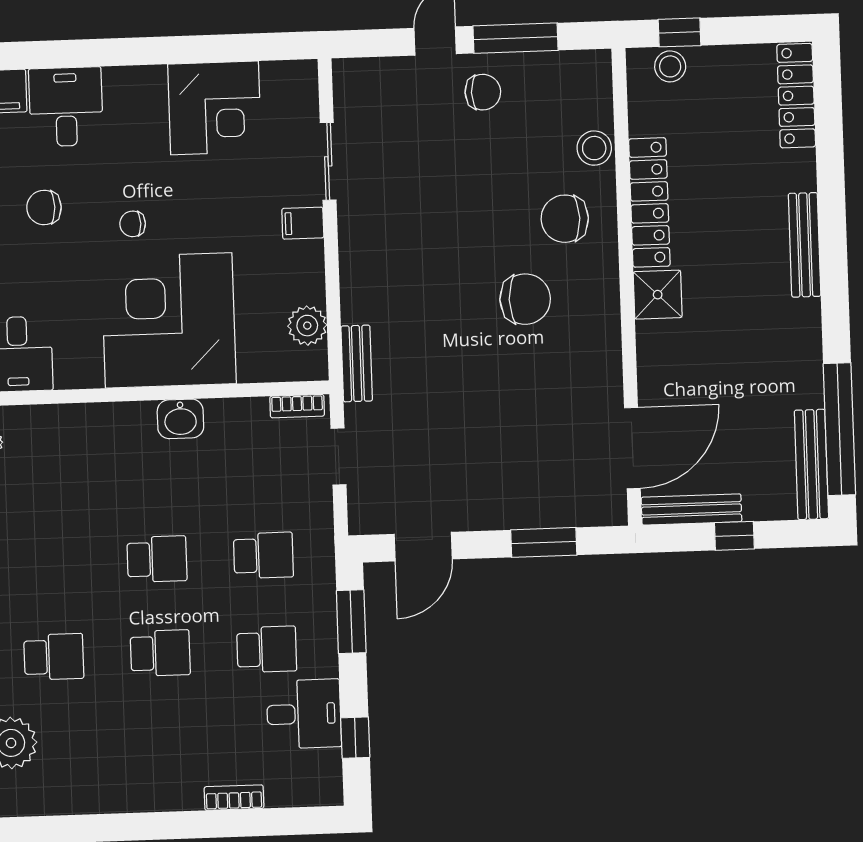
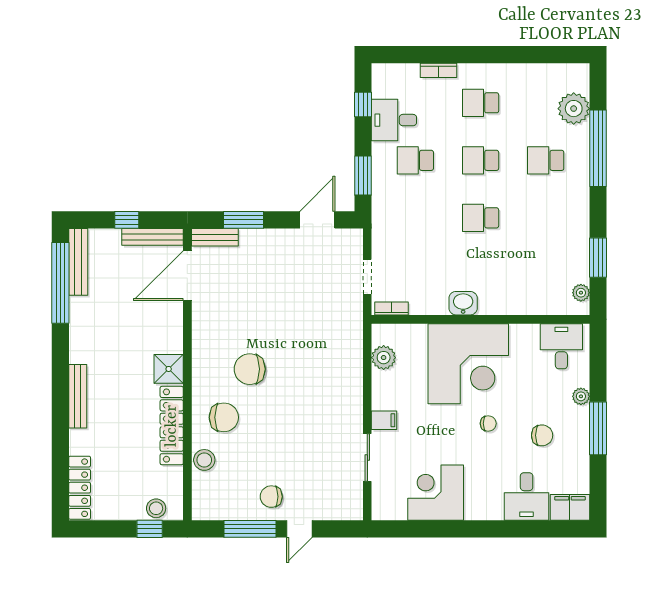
bench: (357, 363) -> (215, 237), moved, turned 90
school desk: (263, 555) -> (481, 103), moved

